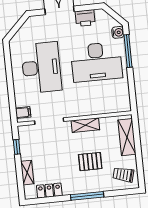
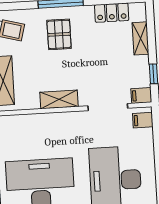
filing cabinet: (25, 131) -> (141, 96), added
pallet: (90, 162) -> (59, 34), moved, turned 90

